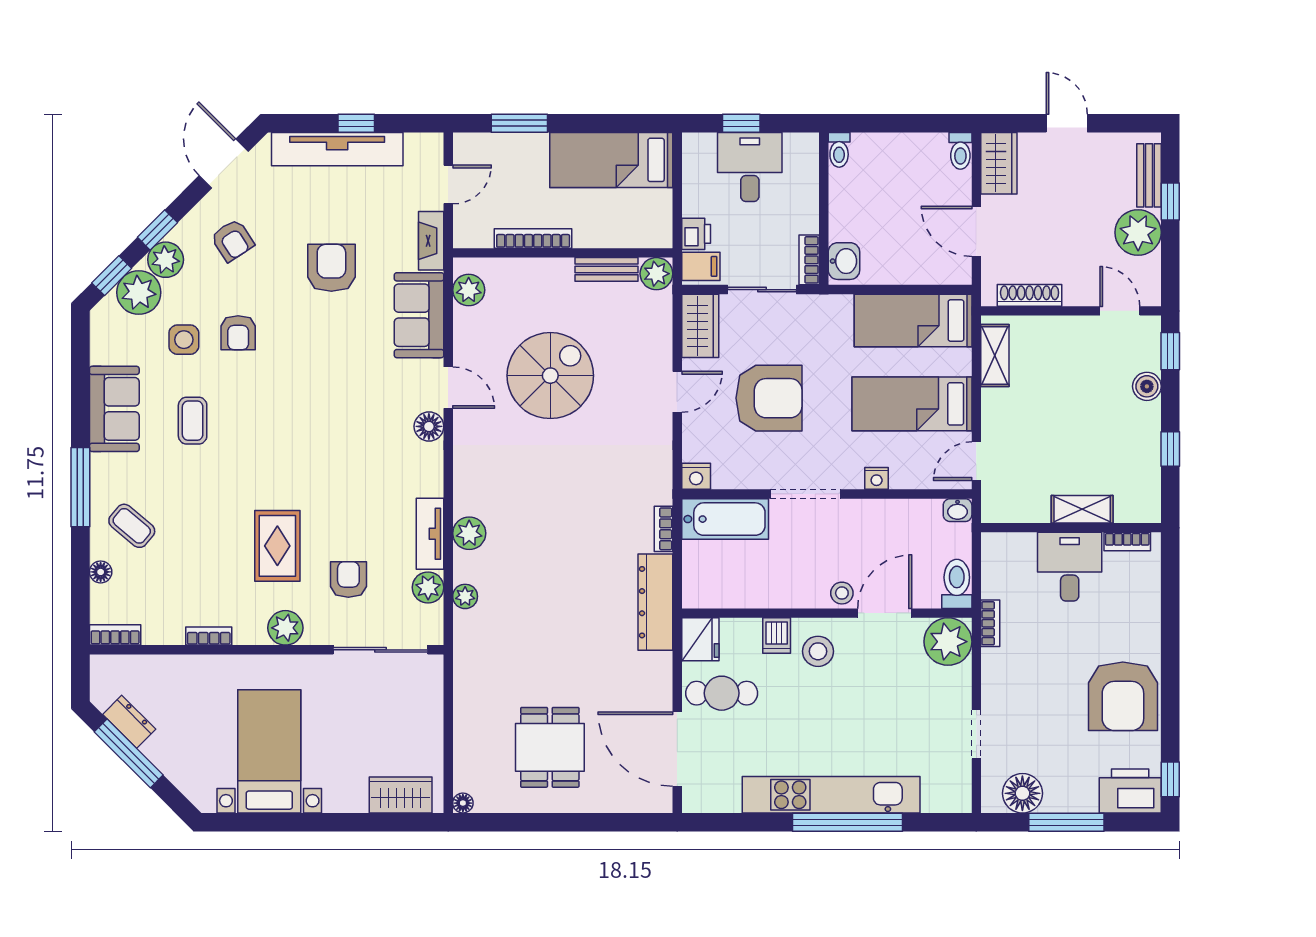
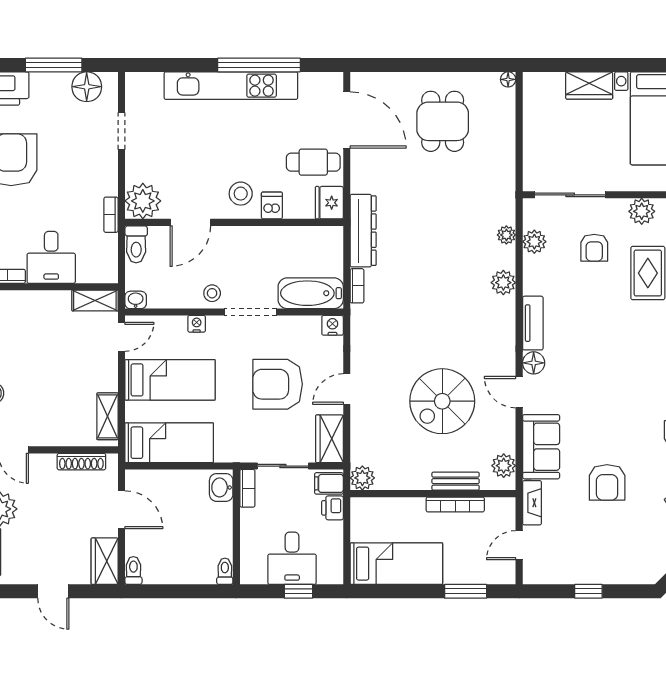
tv unit: (337, 149) -> (603, 572), removed
bench: (606, 269) -> (456, 481), moved
shelving: (1082, 509) -> (95, 301), moved
tv unit: (430, 534) -> (533, 323), moved
stool: (842, 593) -> (212, 293), moved
wardrobe: (401, 795) -> (589, 85), moved
window: (847, 822) -> (259, 65), moved

